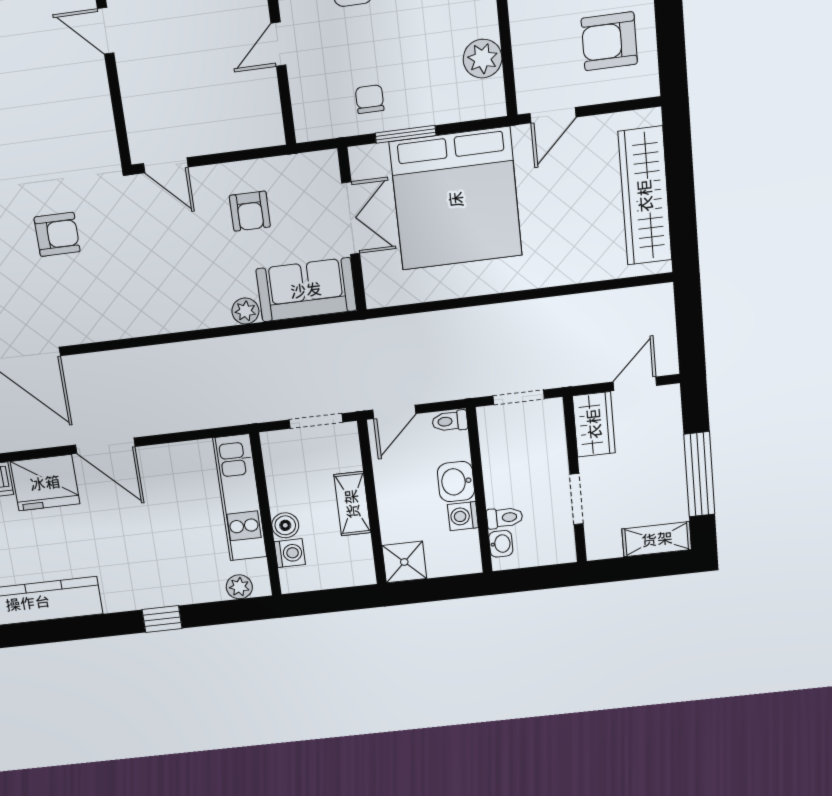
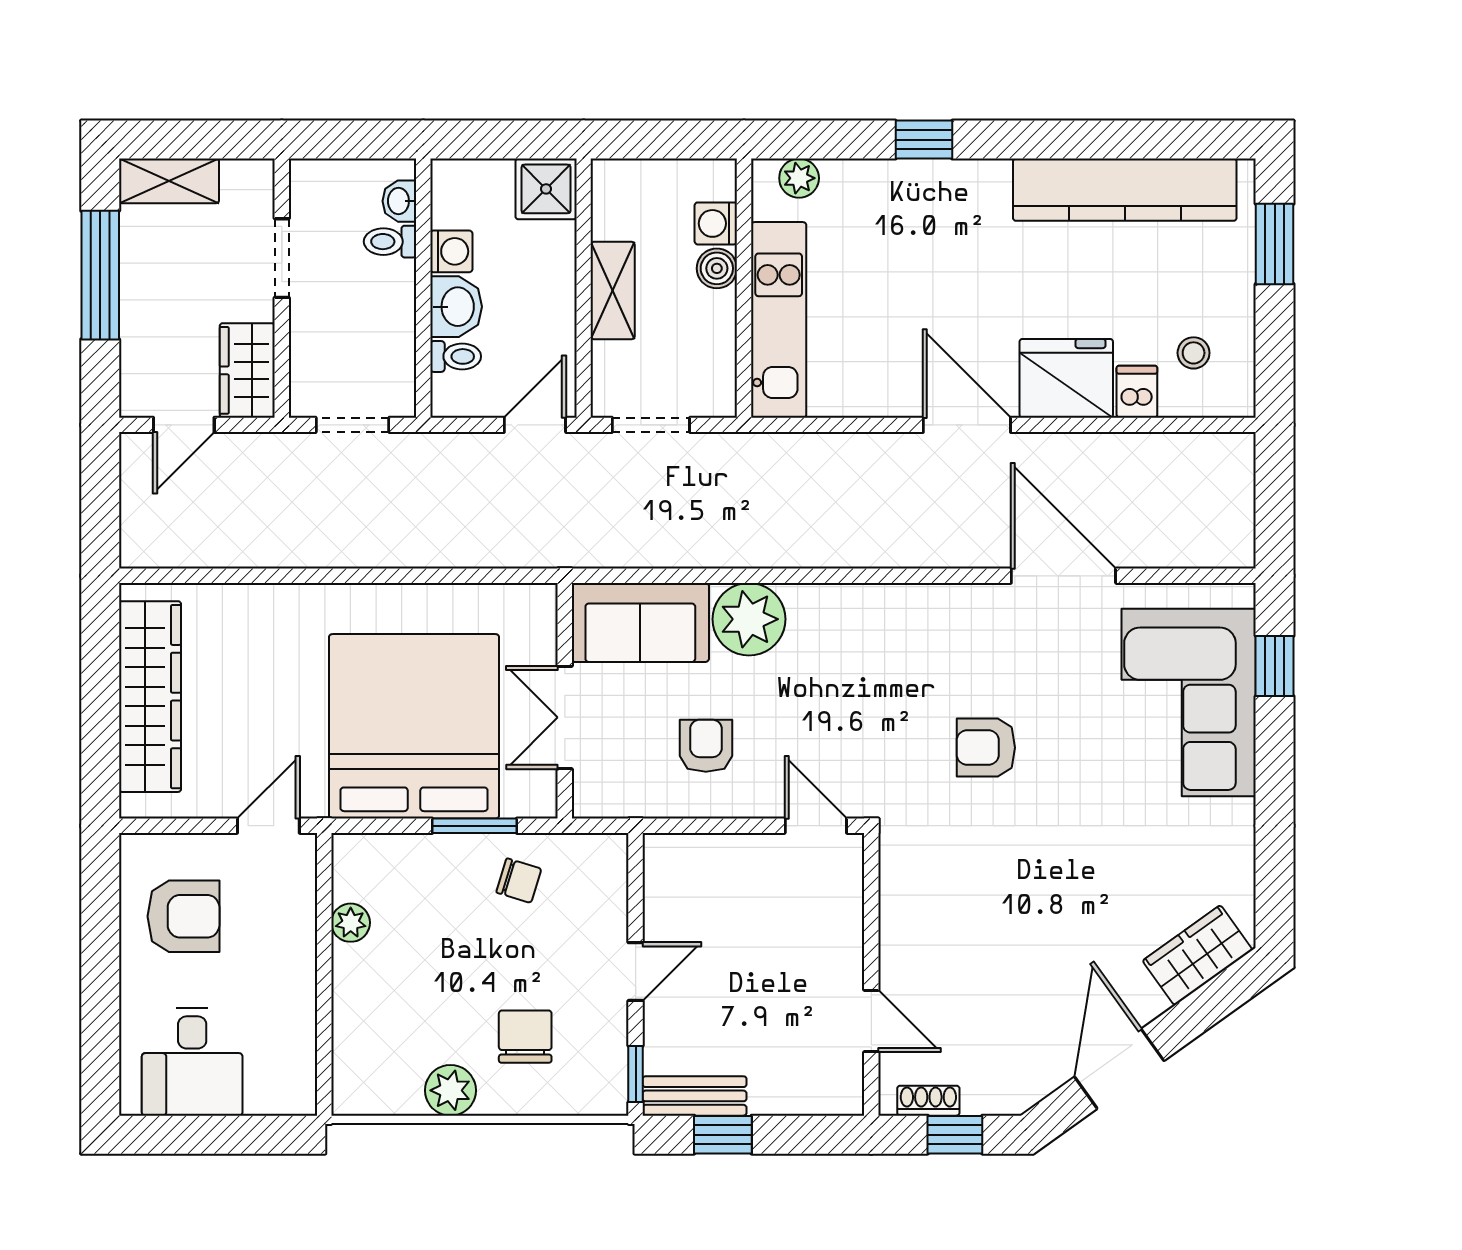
plant: (483, 59) -> (351, 923), width x0.73, depth x0.73
chair: (370, 99) -> (519, 881), turned -73
plant: (245, 311) -> (749, 619), width x1.88, depth x1.88
toilet: (450, 421) -> (456, 356), moved

